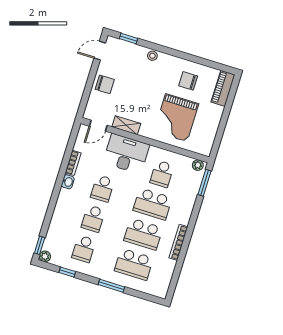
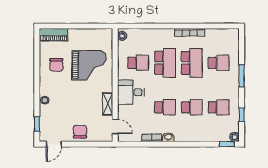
door: (100, 51) -> (54, 144), hinge flipped
desk: (126, 154) -> (131, 92), width x0.73
window: (205, 183) -> (135, 26), removed
school desk: (134, 264) -> (219, 63), width x0.54

